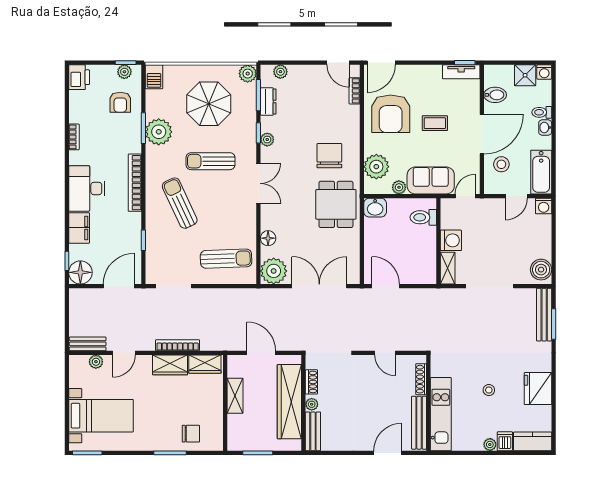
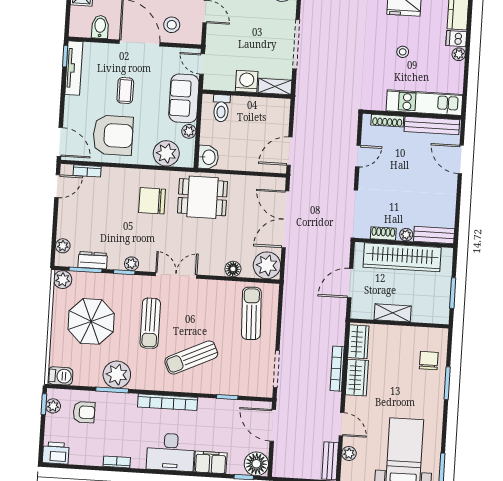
tv unit: (461, 72) -> (74, 68), width x1.41

